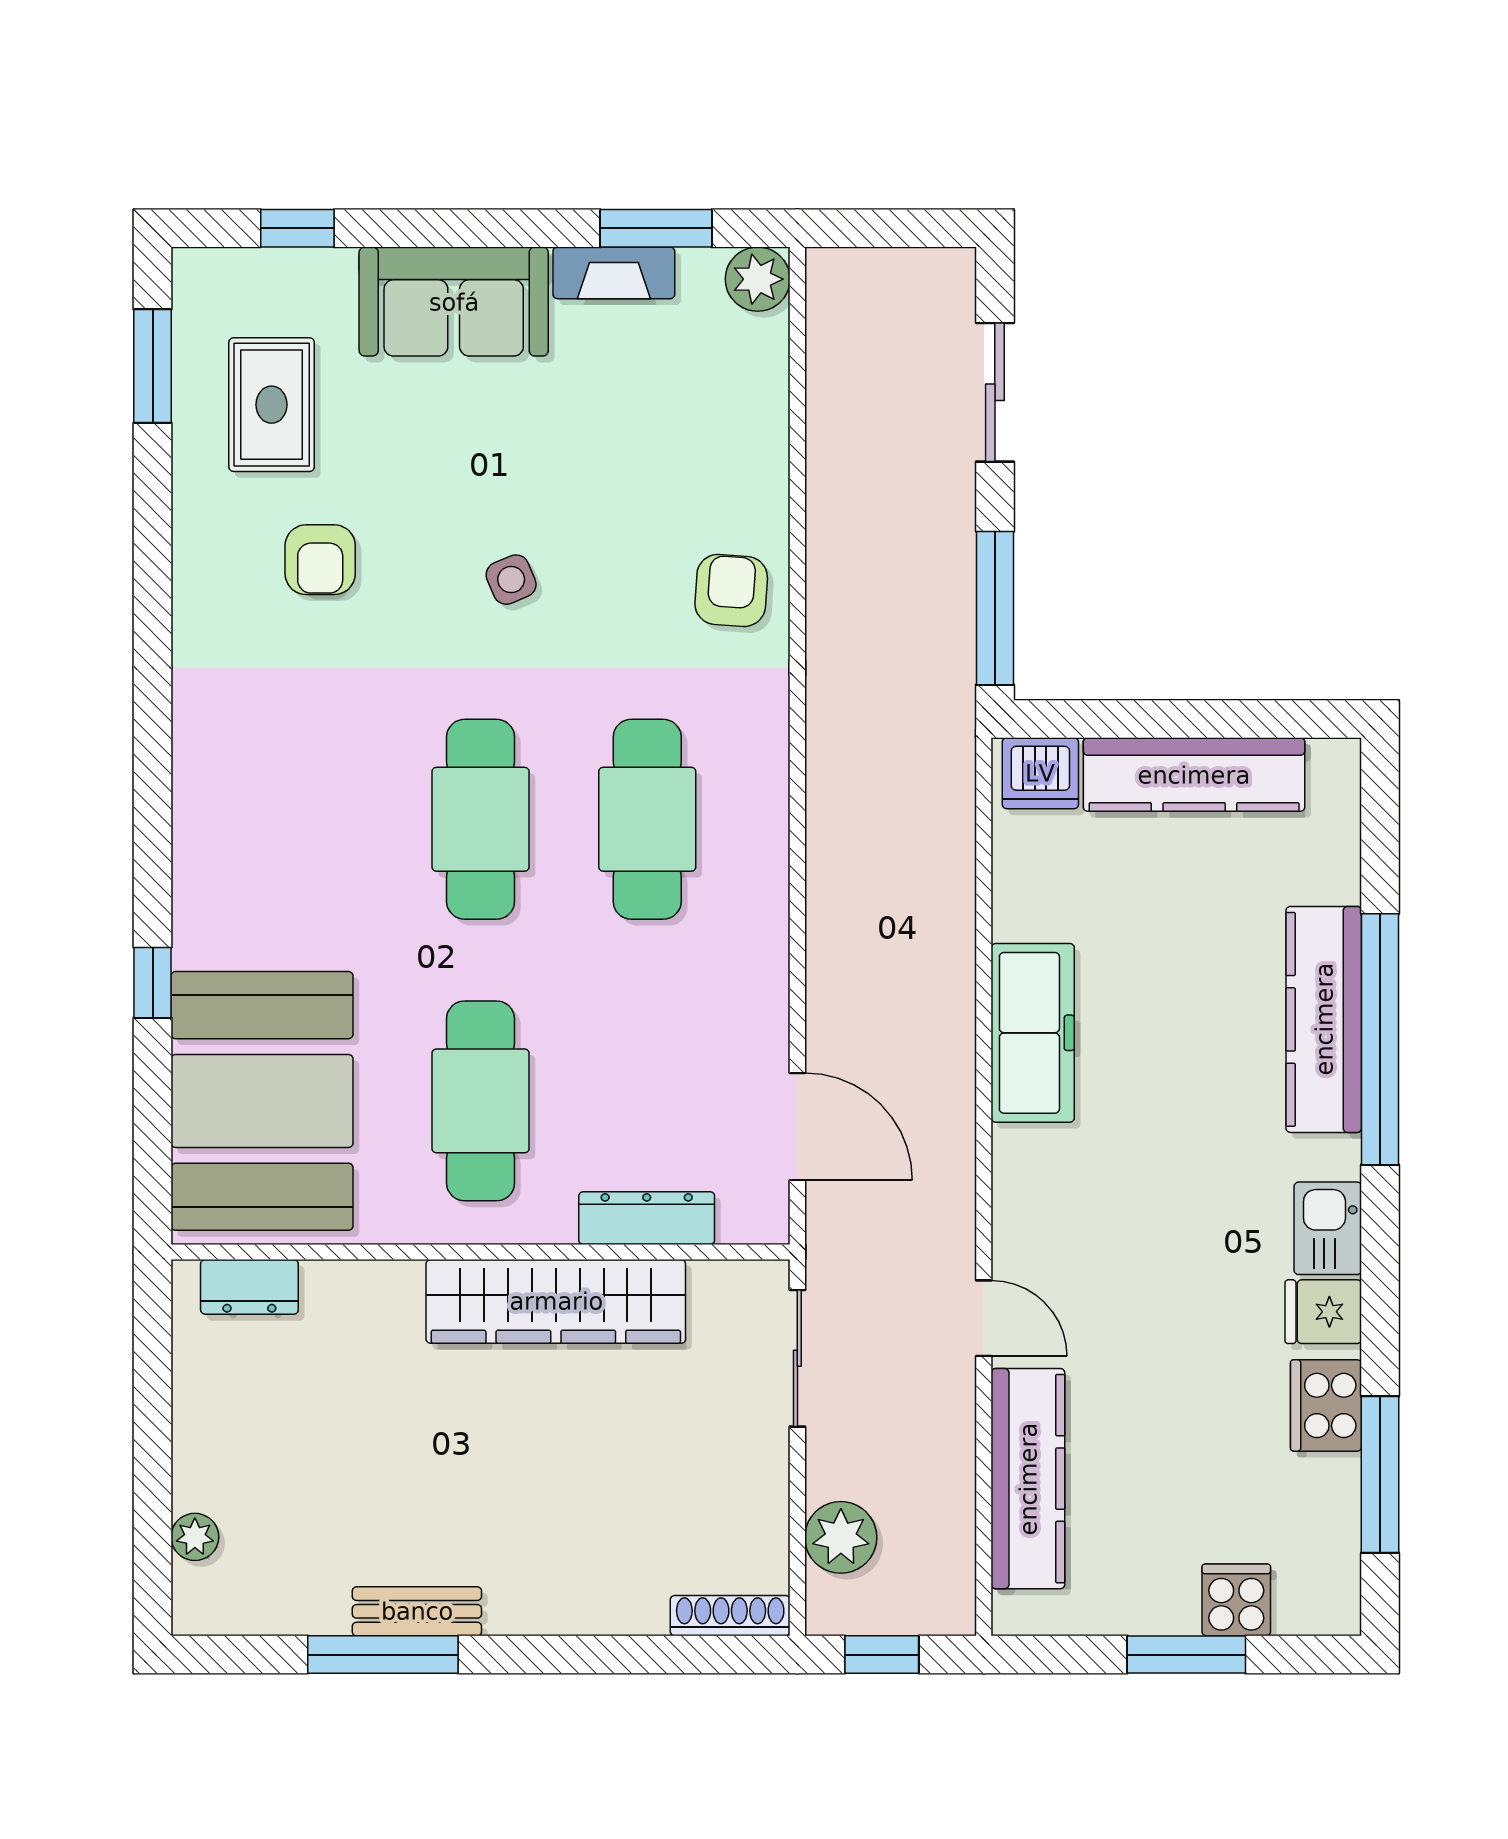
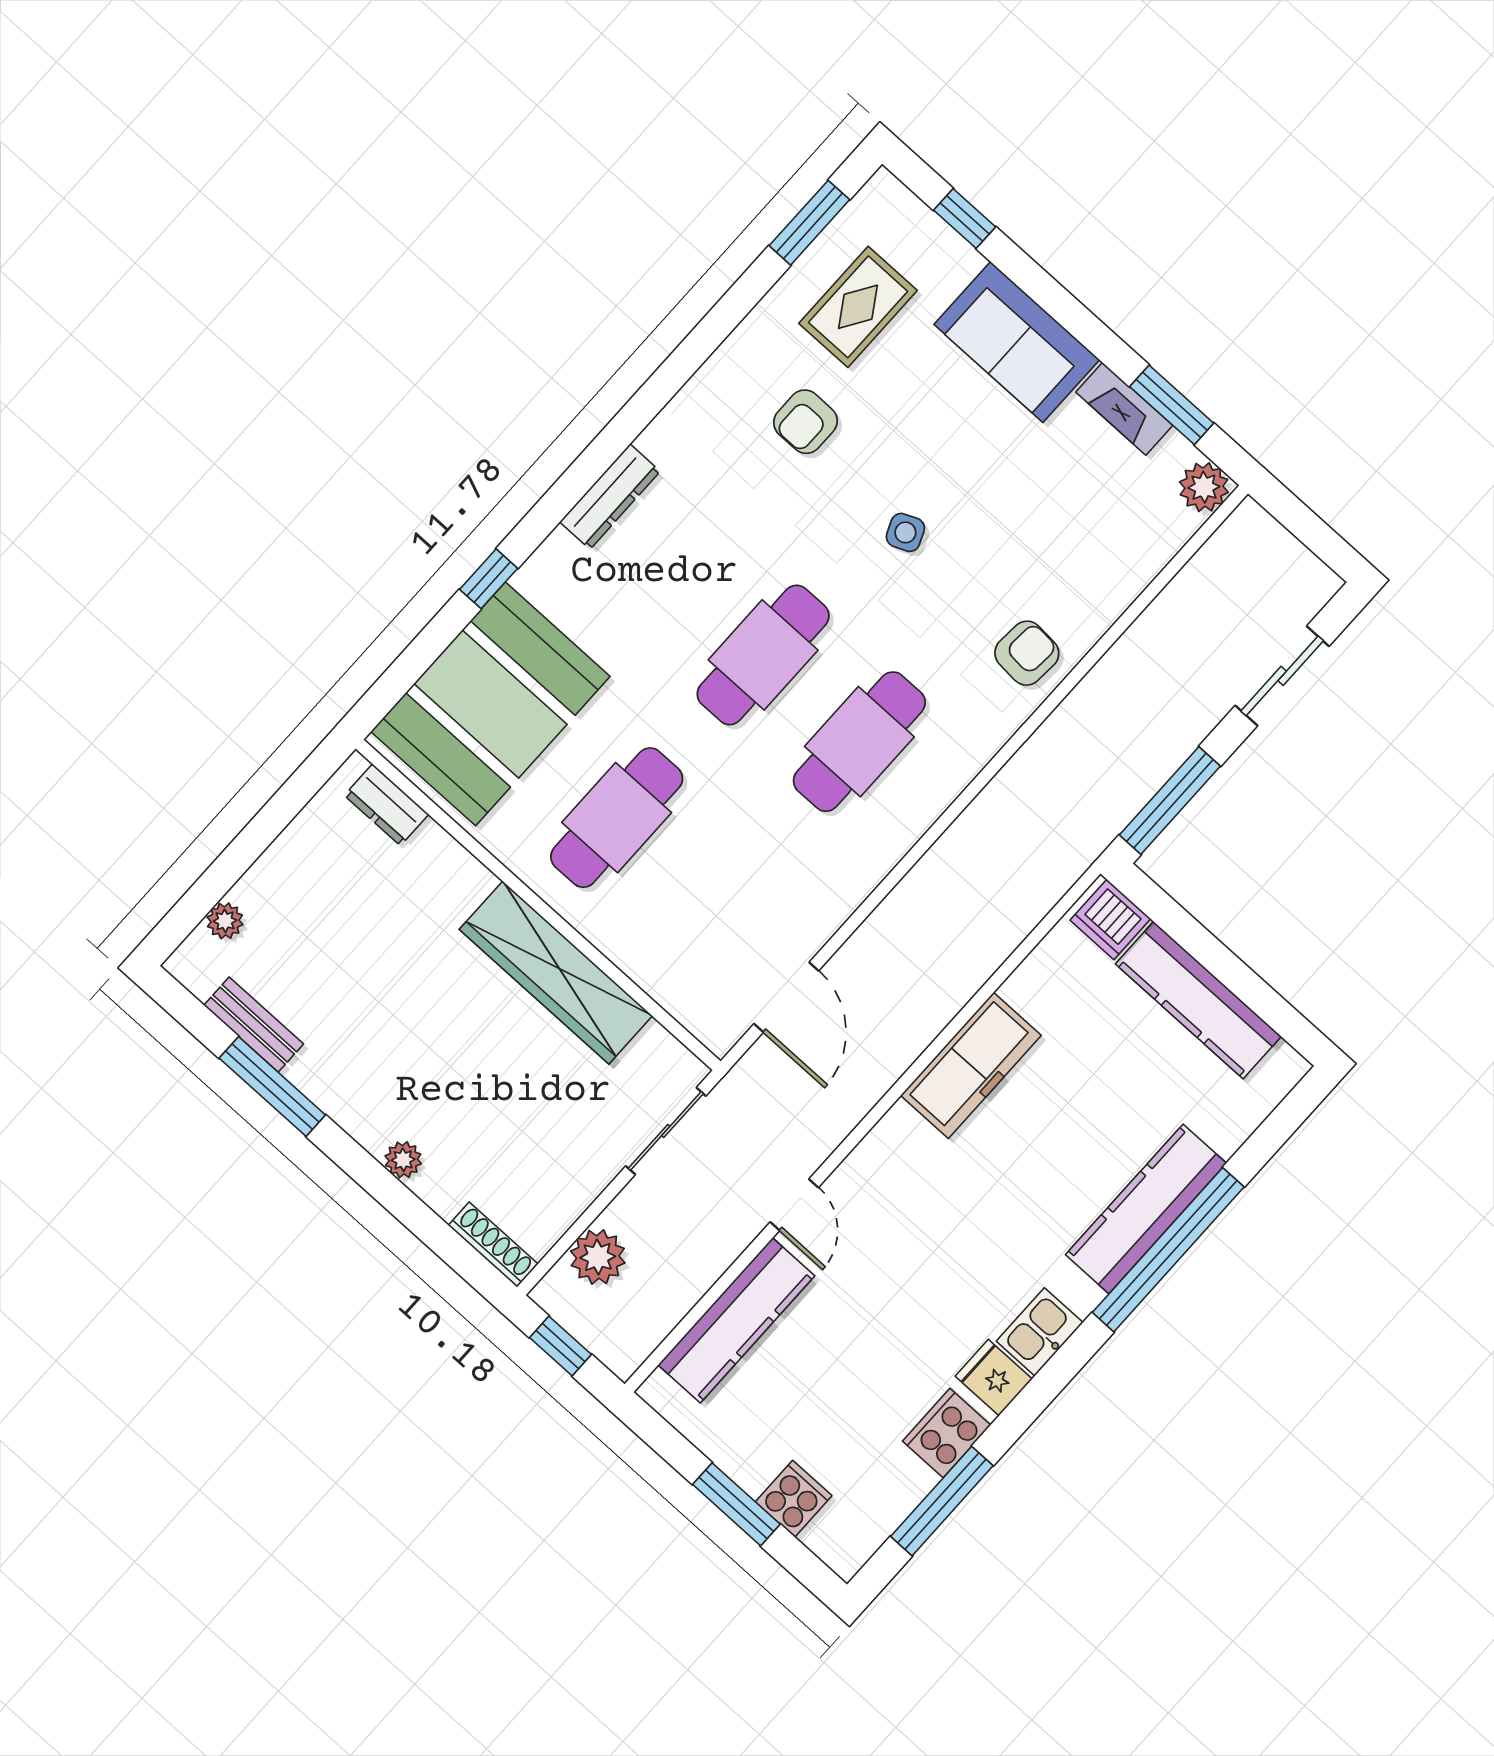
dresser: (647, 1218) -> (610, 497), moved, turned 90
bench: (417, 1611) -> (254, 1025), moved
plant: (571, 1612) -> (403, 1160), added

